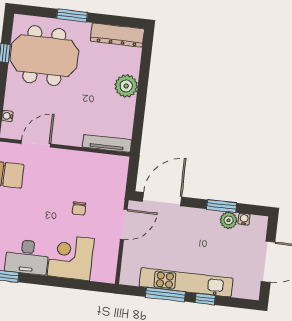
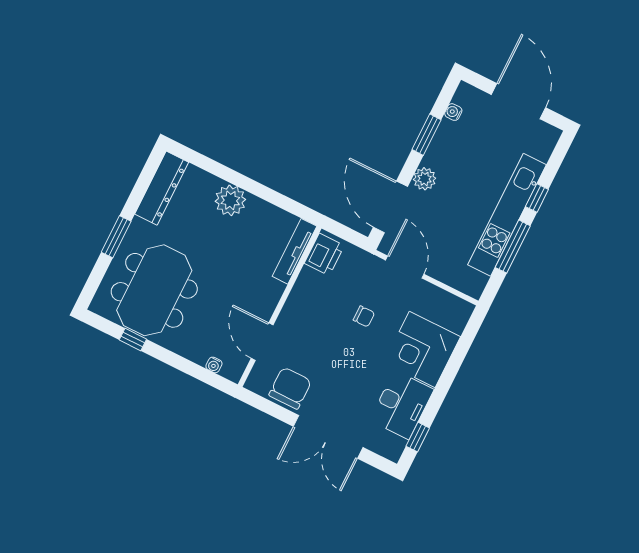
printer: (112, 165) -> (324, 254), added
plant: (229, 220) -> (425, 179), moved

